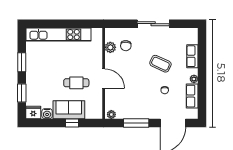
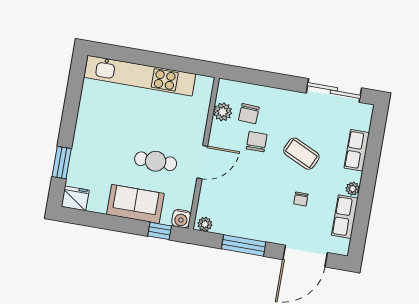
sliding door: (153, 24) -> (334, 91), moved
chair: (133, 61) -> (257, 142), added
window: (22, 62) -> (71, 111), removed
door: (104, 79) -> (202, 162), hinge flipped
water cooler: (47, 114) -> (181, 219), moved
window: (72, 123) -> (160, 231), moved

